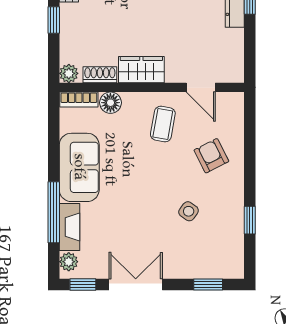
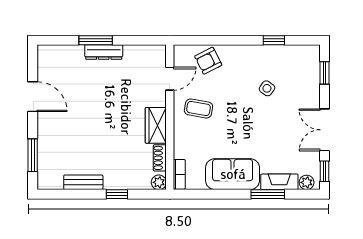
floor lamp: (110, 103) -> (182, 150), removed
armchair: (211, 156) -> (208, 61), moved
window: (54, 212) -> (268, 194), width x0.69

